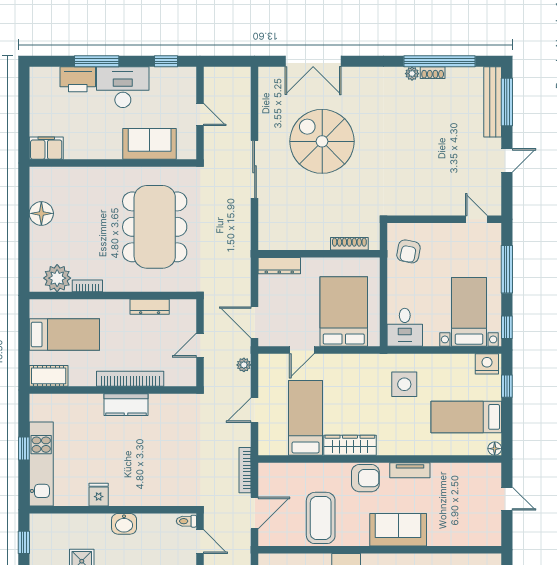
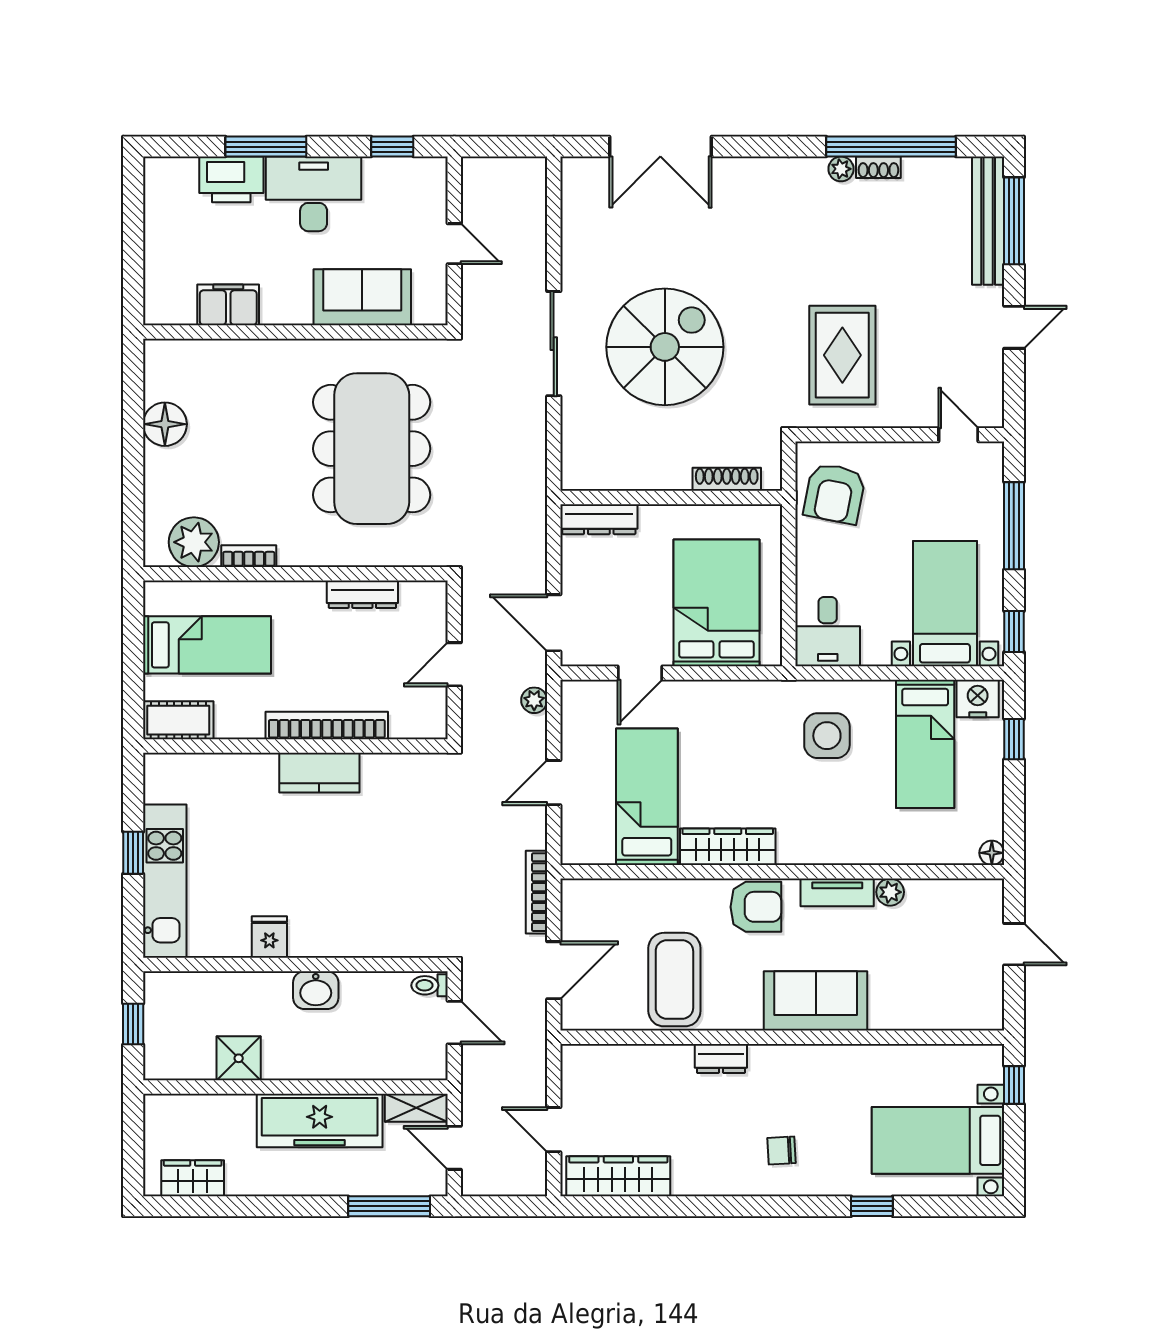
spiral stairs: (322, 141) -> (665, 347), moved, turned 90
filing cabinet: (46, 148) -> (228, 305), moved
rug: (413, 176) -> (842, 355), added
armchair: (408, 251) -> (834, 493), width x1.38, depth x1.38
bed: (466, 417) -> (925, 744), moved, turned -90
plant: (439, 470) -> (890, 892), added

